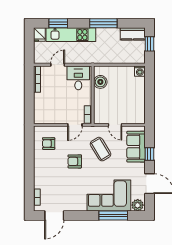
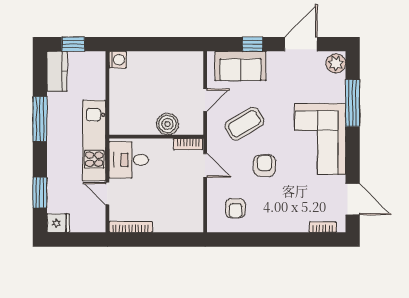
kitchen unit: (71, 35) -> (94, 141), moved, turned 180
boiler: (100, 82) -> (167, 124), moved
armchair: (75, 161) -> (265, 166), turned 180
corner sofa: (109, 196) -> (320, 139), moved

